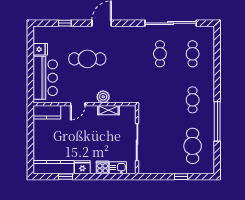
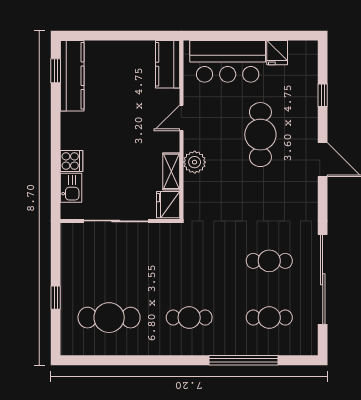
door: (78, 104) -> (181, 118), hinge flipped
window: (217, 121) -> (243, 360), moved
fridge: (82, 167) -> (168, 205), moved, turned 180
window: (66, 177) -> (56, 71), moved

